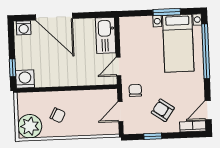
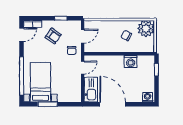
door: (54, 17) -> (113, 104), moved
washing machine: (25, 79) -> (131, 62), moved

